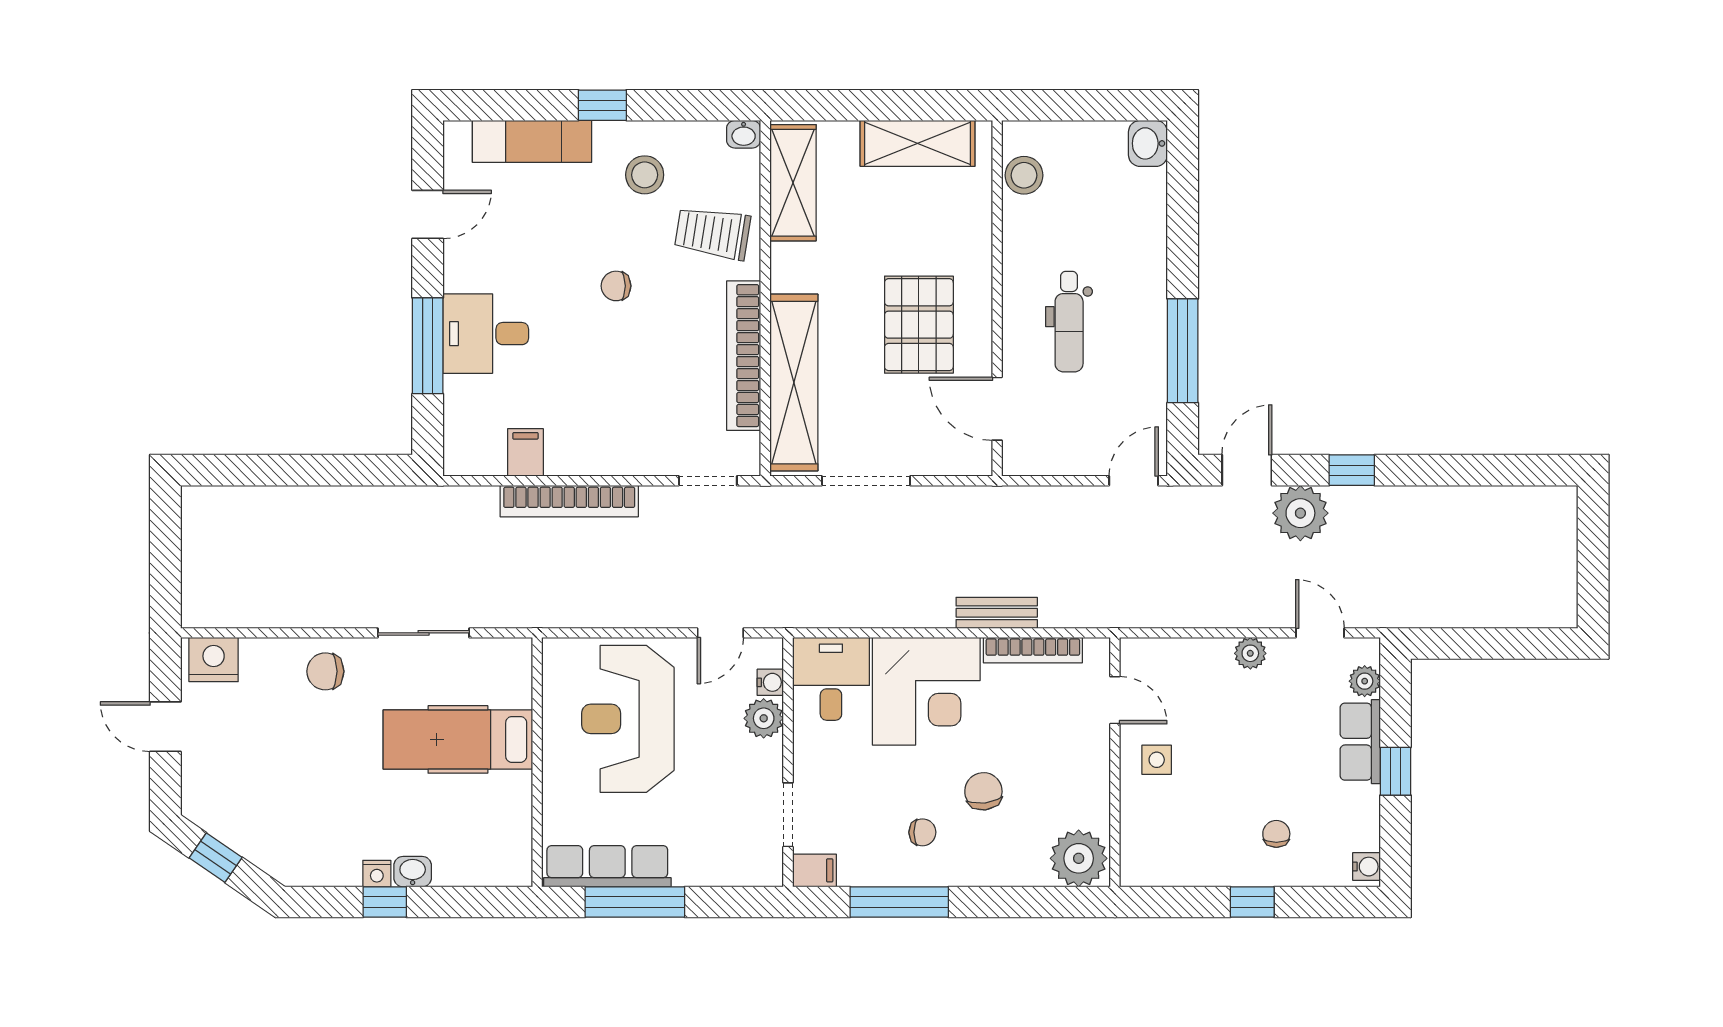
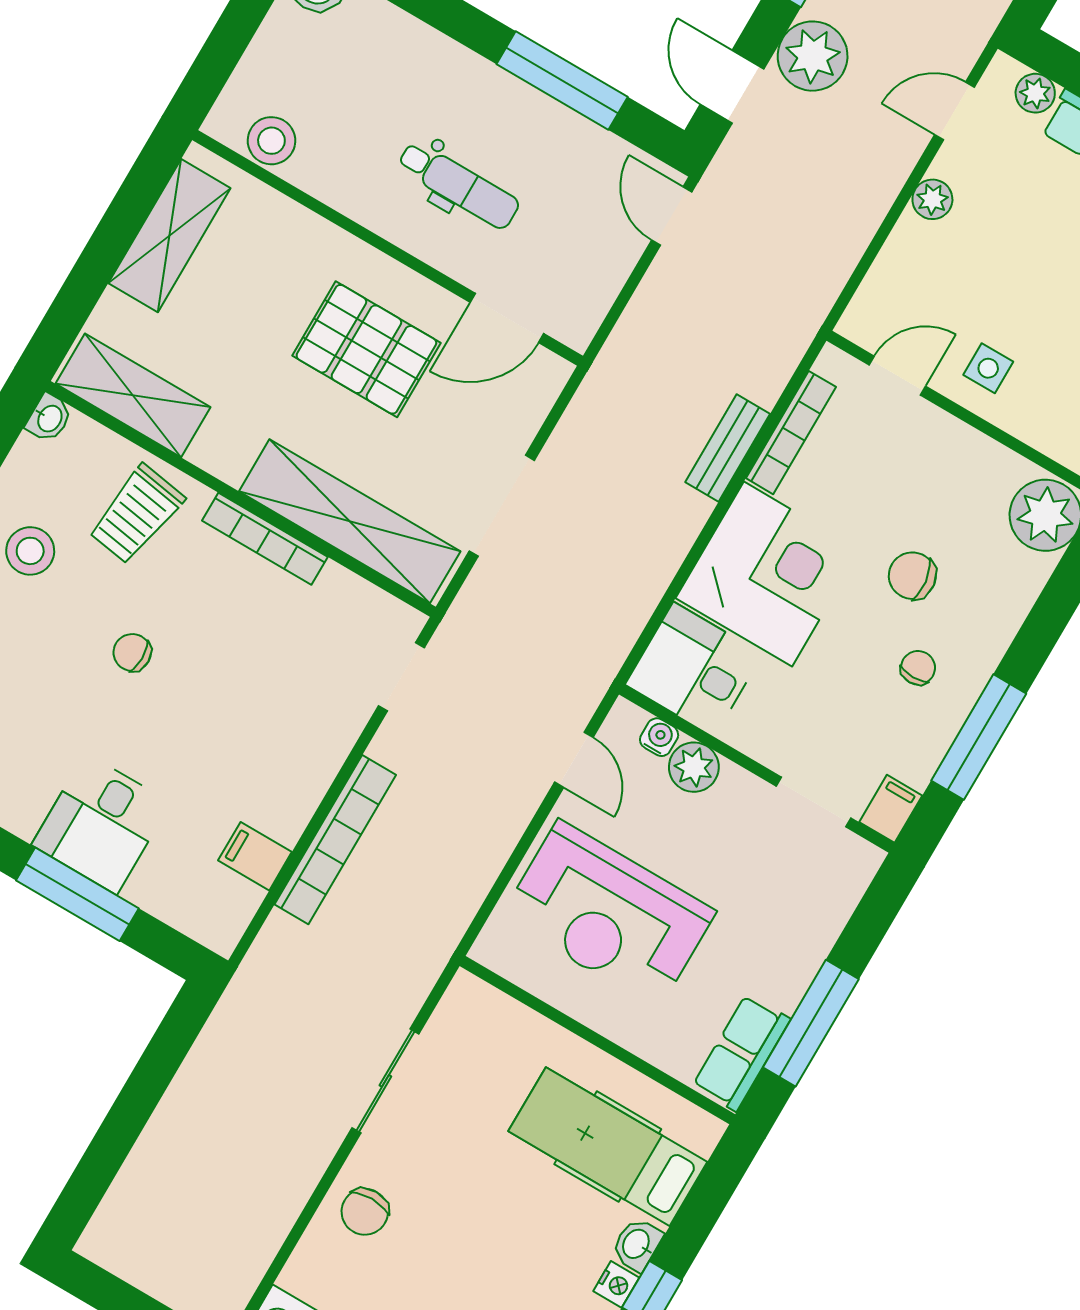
chair: (616, 286) -> (132, 652), turned 90
bookcase: (744, 356) -> (265, 539), width x0.68, depth x0.76
hospital bed: (458, 739) -> (608, 1147), moved, turned 90
row of seats: (607, 866) -> (741, 1053), width x0.68

